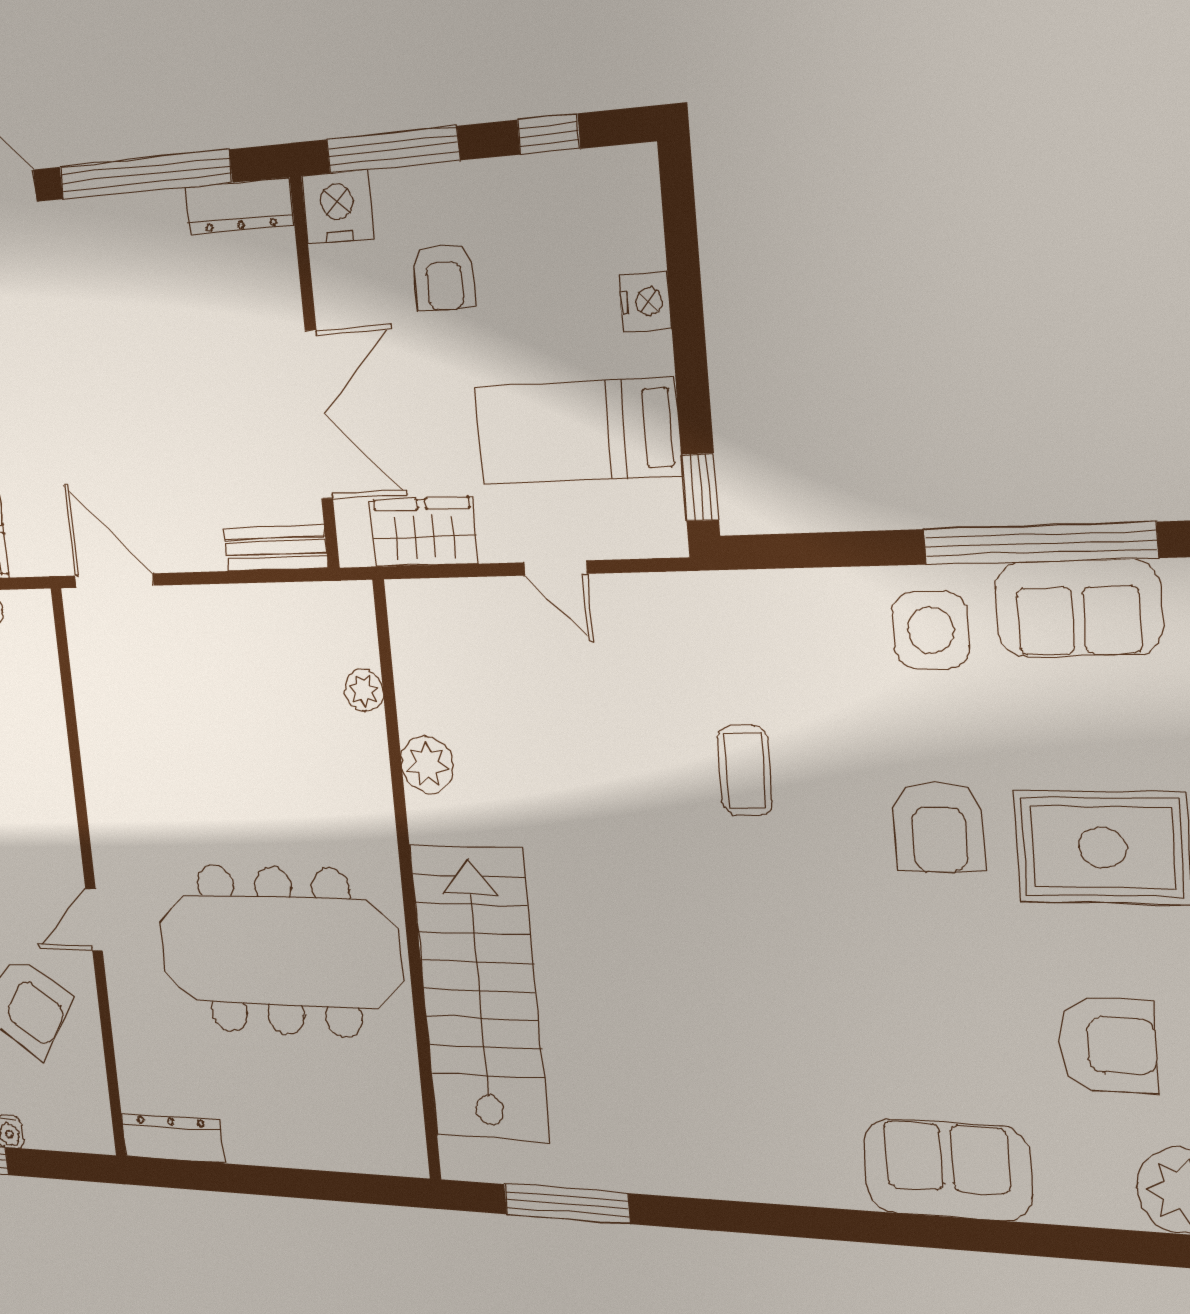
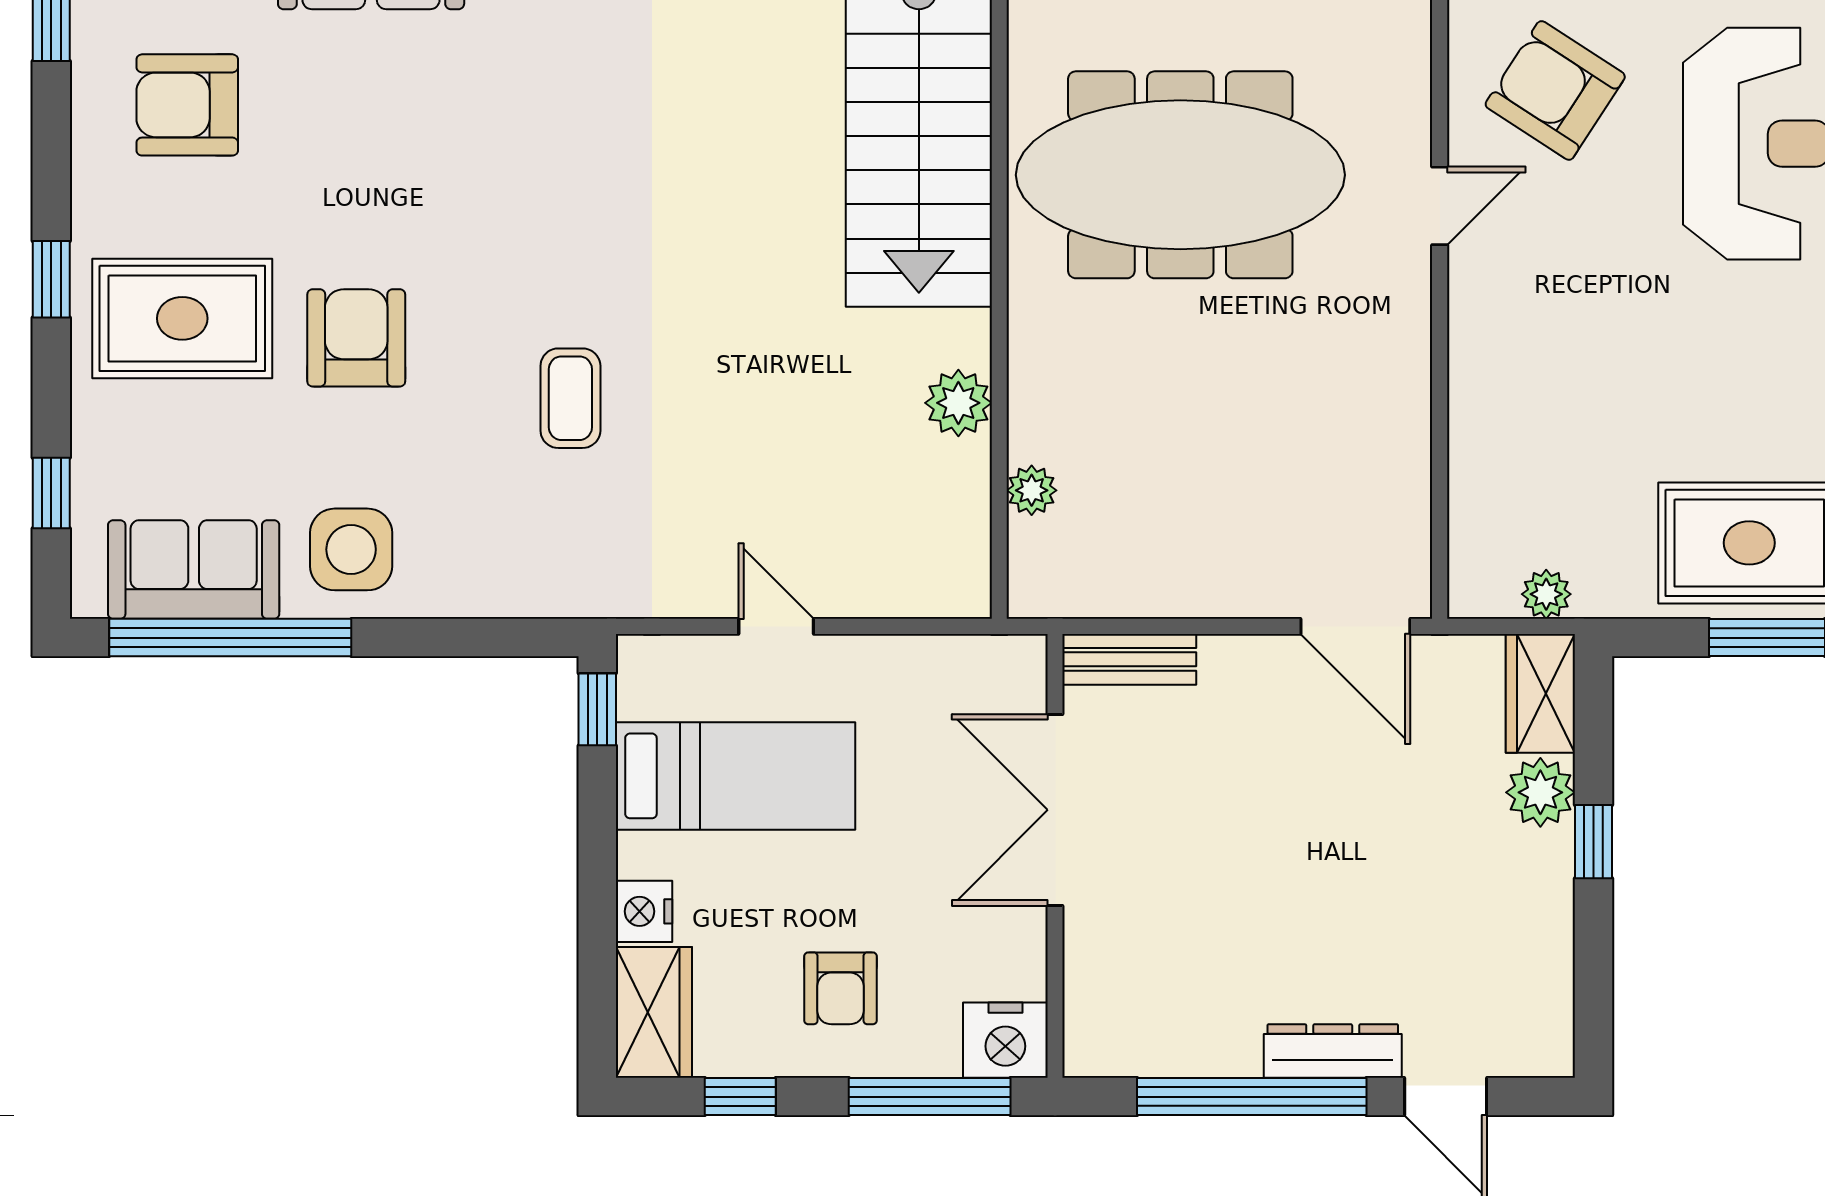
dresser: (239, 206) -> (1333, 1051), moved
armchair: (444, 277) -> (841, 988), moved, turned 180
wardrobe: (424, 532) -> (654, 1012), moved, turned -90

